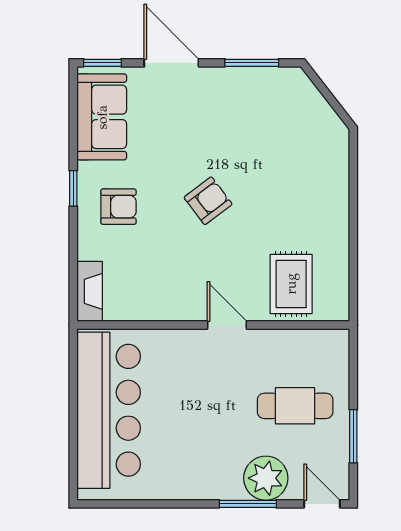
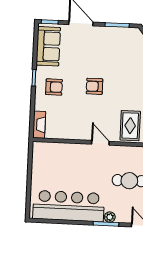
armchair: (208, 201) -> (94, 86), turned -143
bar counter: (109, 410) -> (69, 206), moved, turned -90
plant: (266, 478) -> (110, 217), width x0.53, depth x0.53

